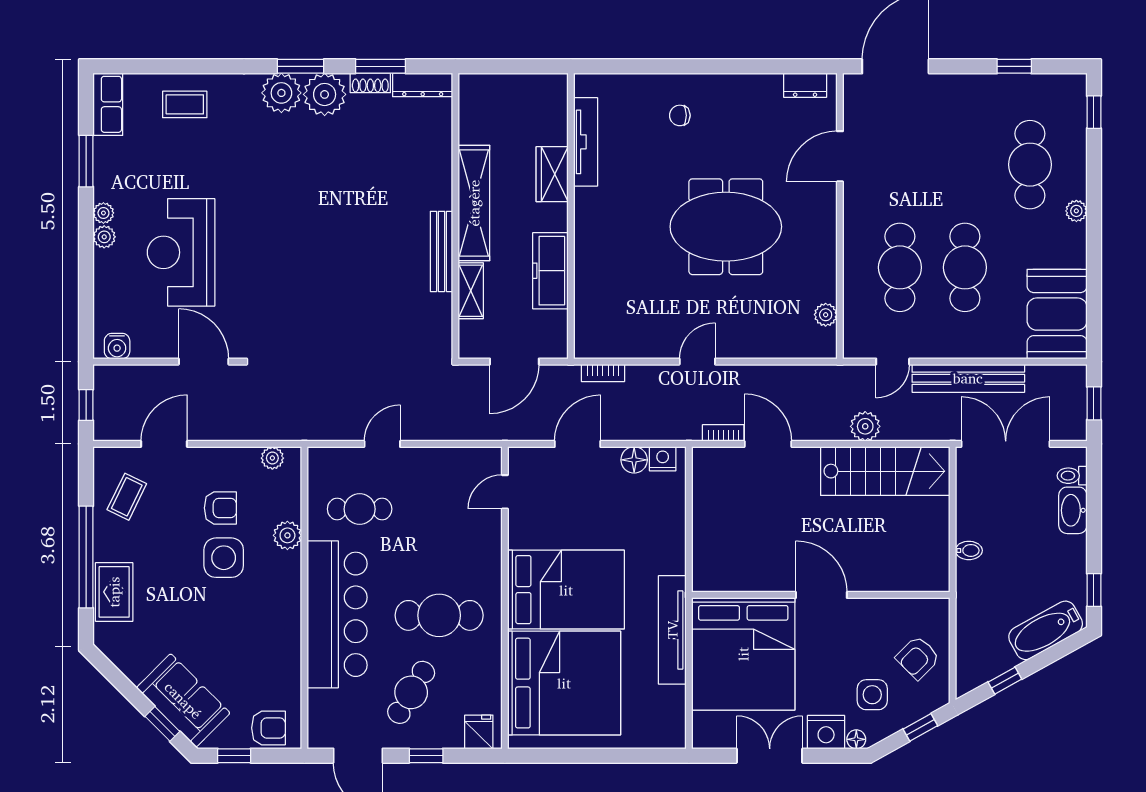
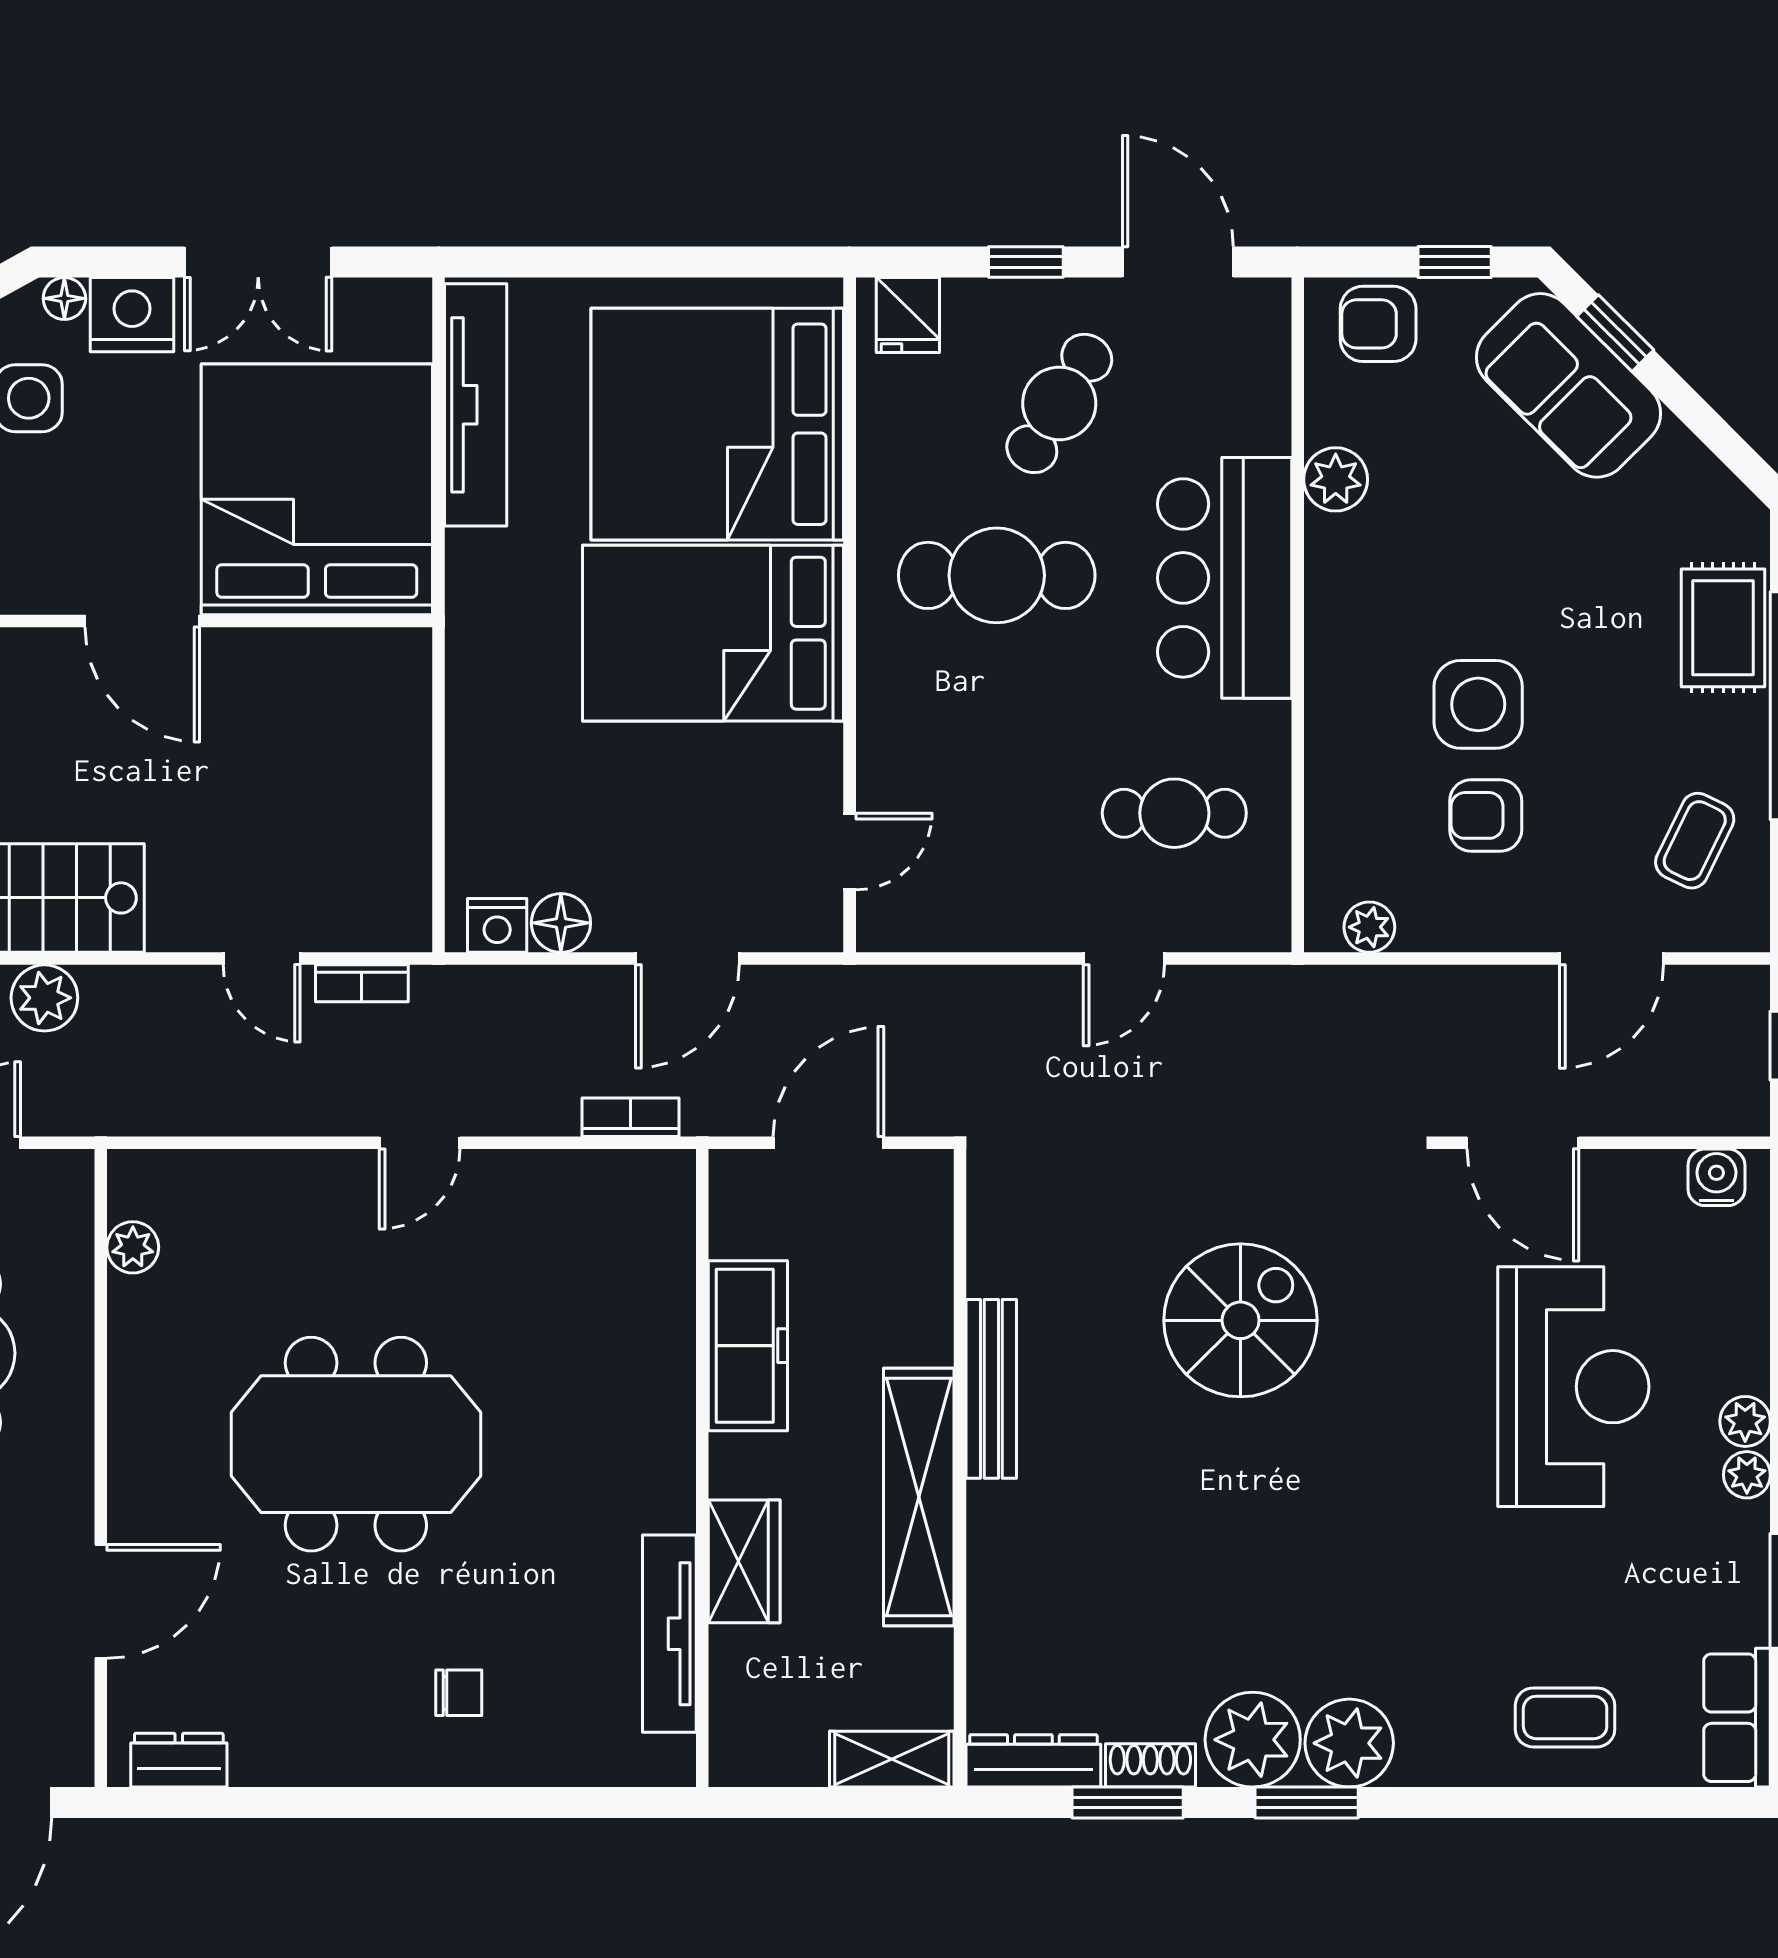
spiral stairs: (330, 282) -> (1241, 1320), added
shelving: (471, 291) -> (892, 1759), moved, turned 90
door: (768, 444) -> (262, 959), width x0.73
plant: (287, 535) -> (1336, 479), moved
bar counter: (337, 614) -> (1225, 578), width x0.73
tv unit: (672, 630) -> (476, 405), moved

